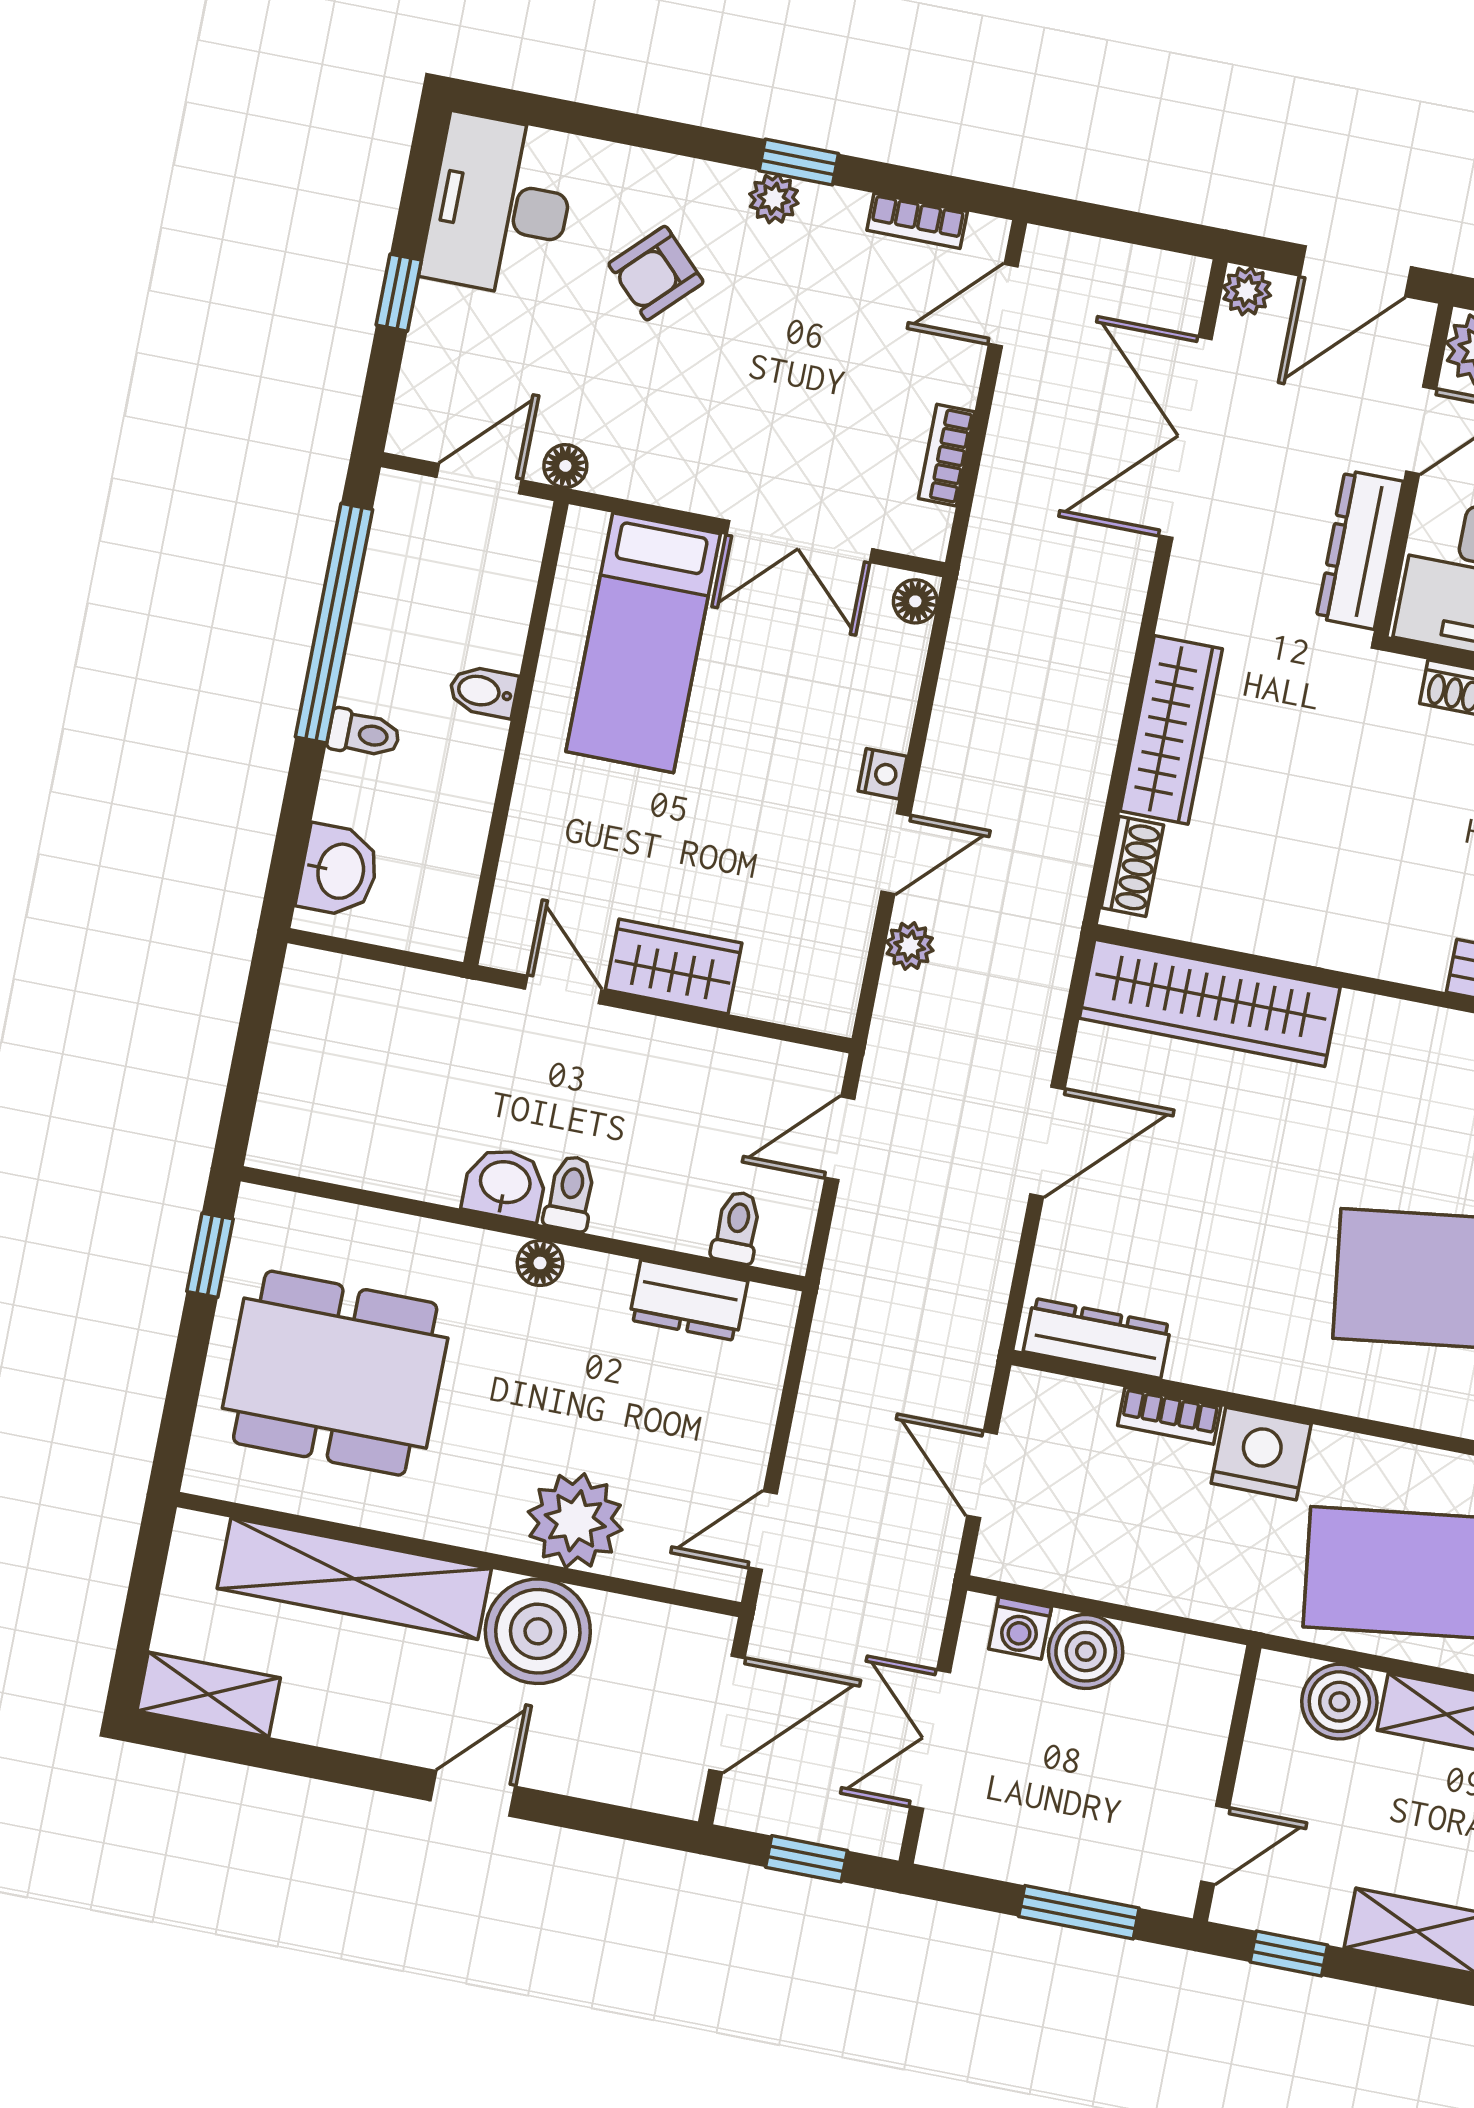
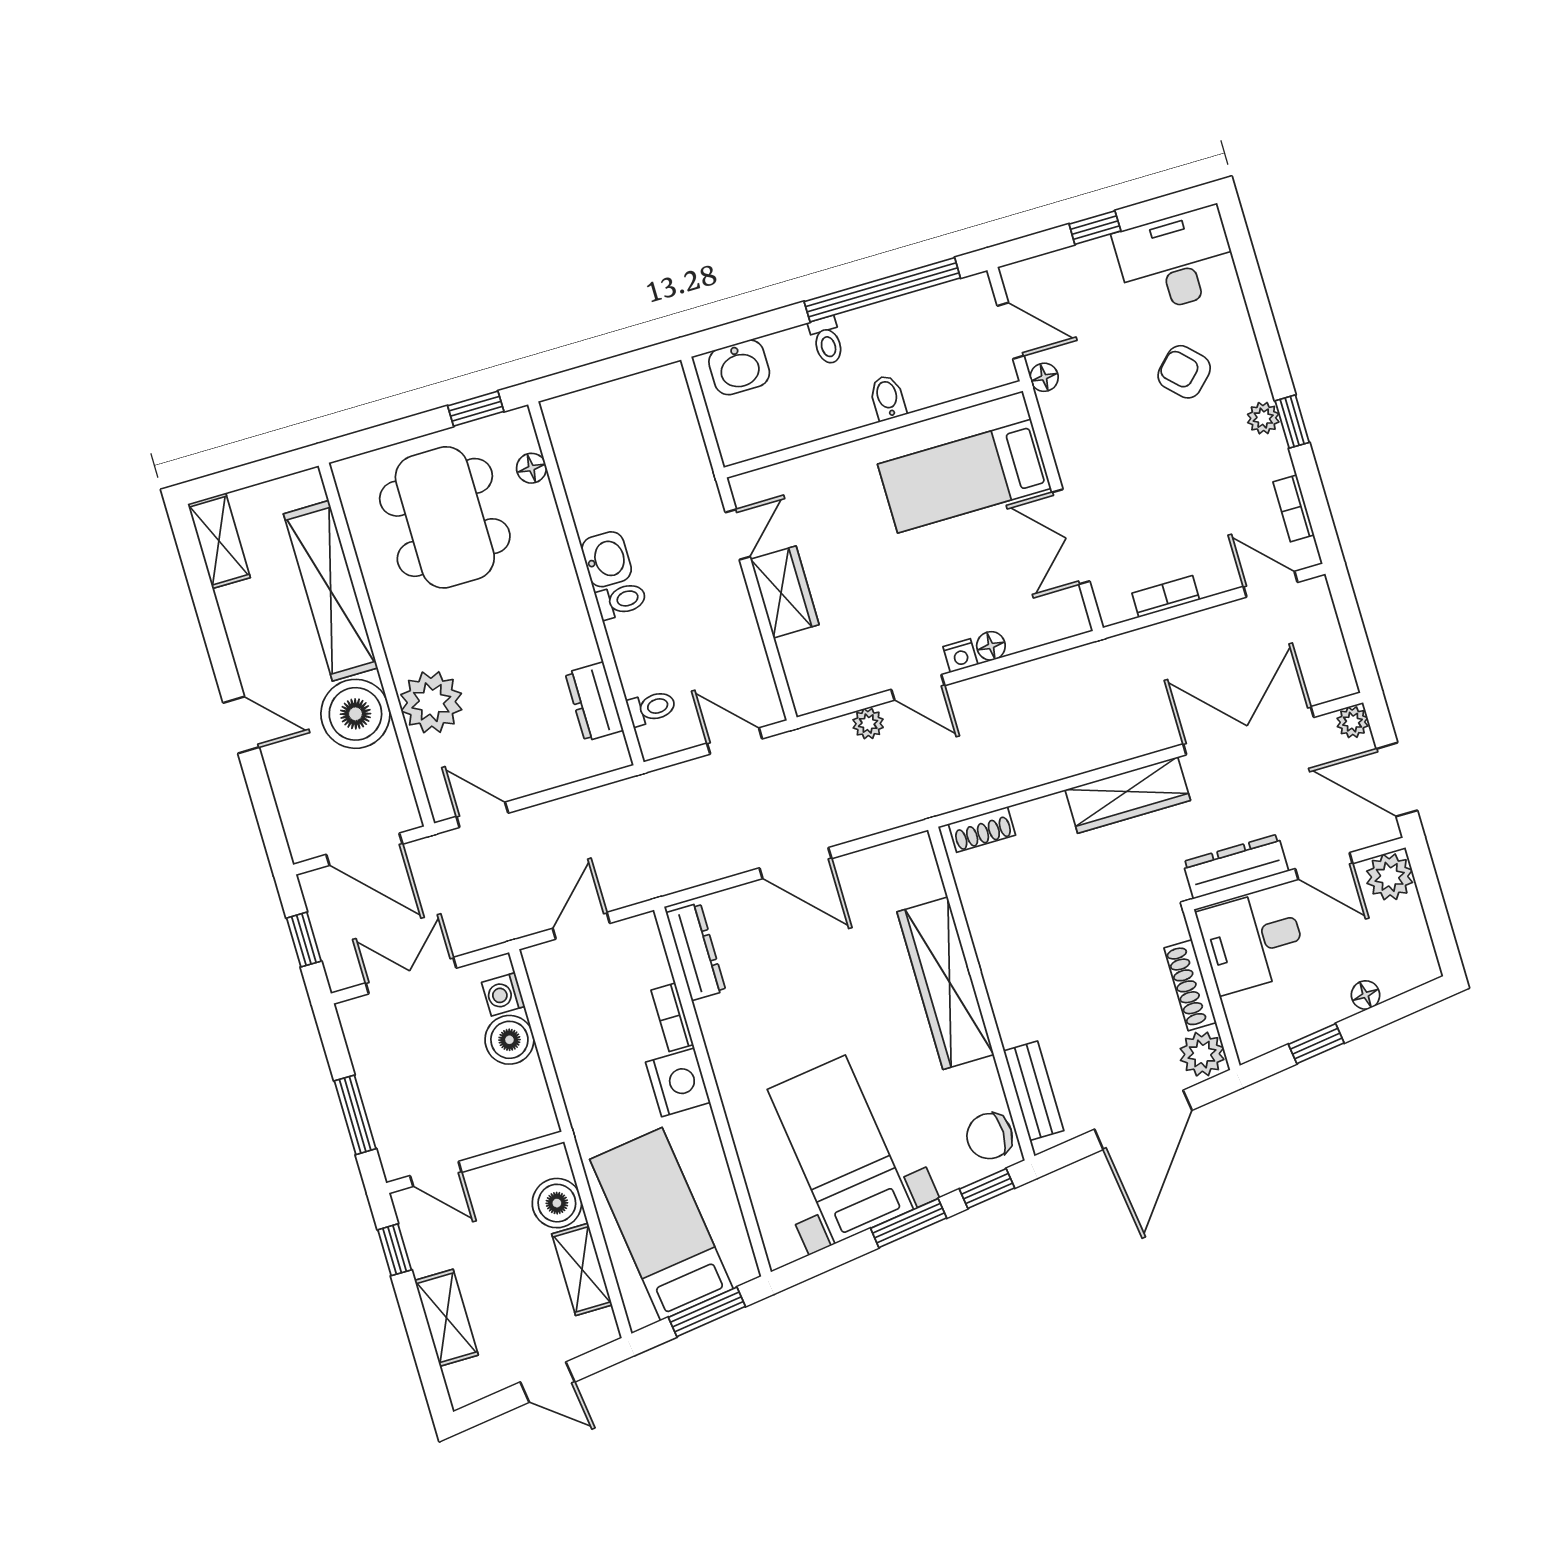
floor lamp: (915, 601) -> (991, 646), moved
wardrobe: (1171, 730) -> (1128, 795), moved
wardrobe: (1210, 1003) -> (945, 983), moved
floor lamp: (540, 1263) -> (531, 468), moved

